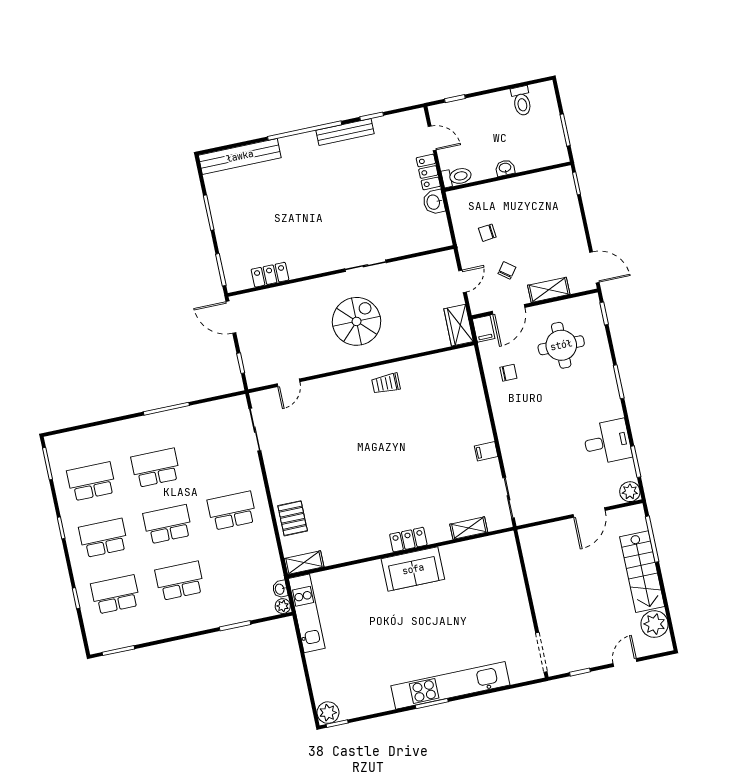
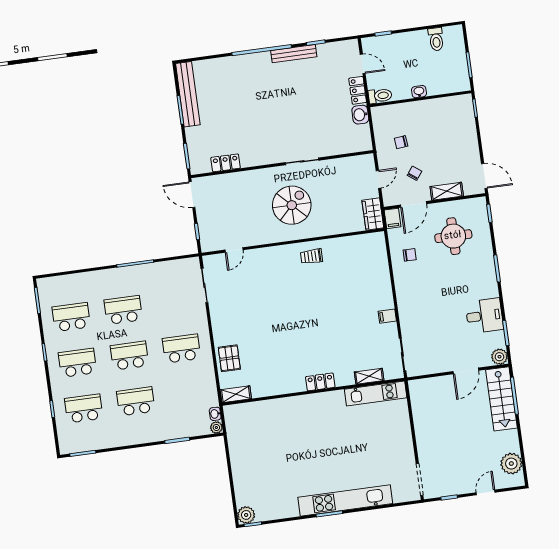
bench: (240, 156) -> (188, 94), moved, turned 90
sofa: (413, 569) -> (322, 406), removed
stairs: (642, 572) -> (502, 399), moved
kitchen unit: (307, 613) -> (376, 393), moved, turned 90

